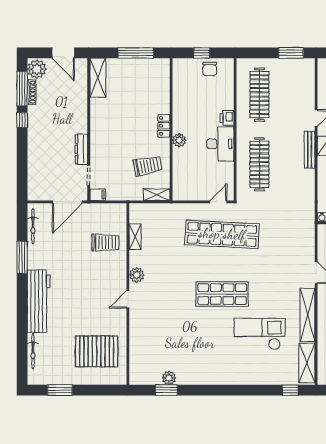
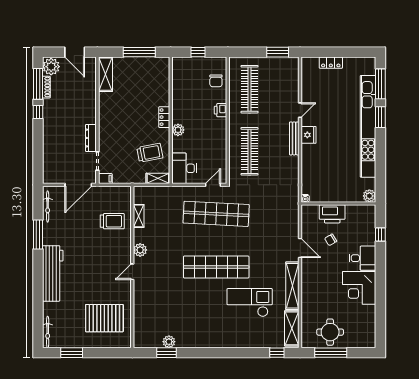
chair: (210, 69) -> (216, 81), moved
desk: (220, 144) -> (184, 168), moved, turned 180
shop shelf: (222, 294) -> (216, 267), width x1.40
bicycle: (33, 351) -> (48, 332), moved

